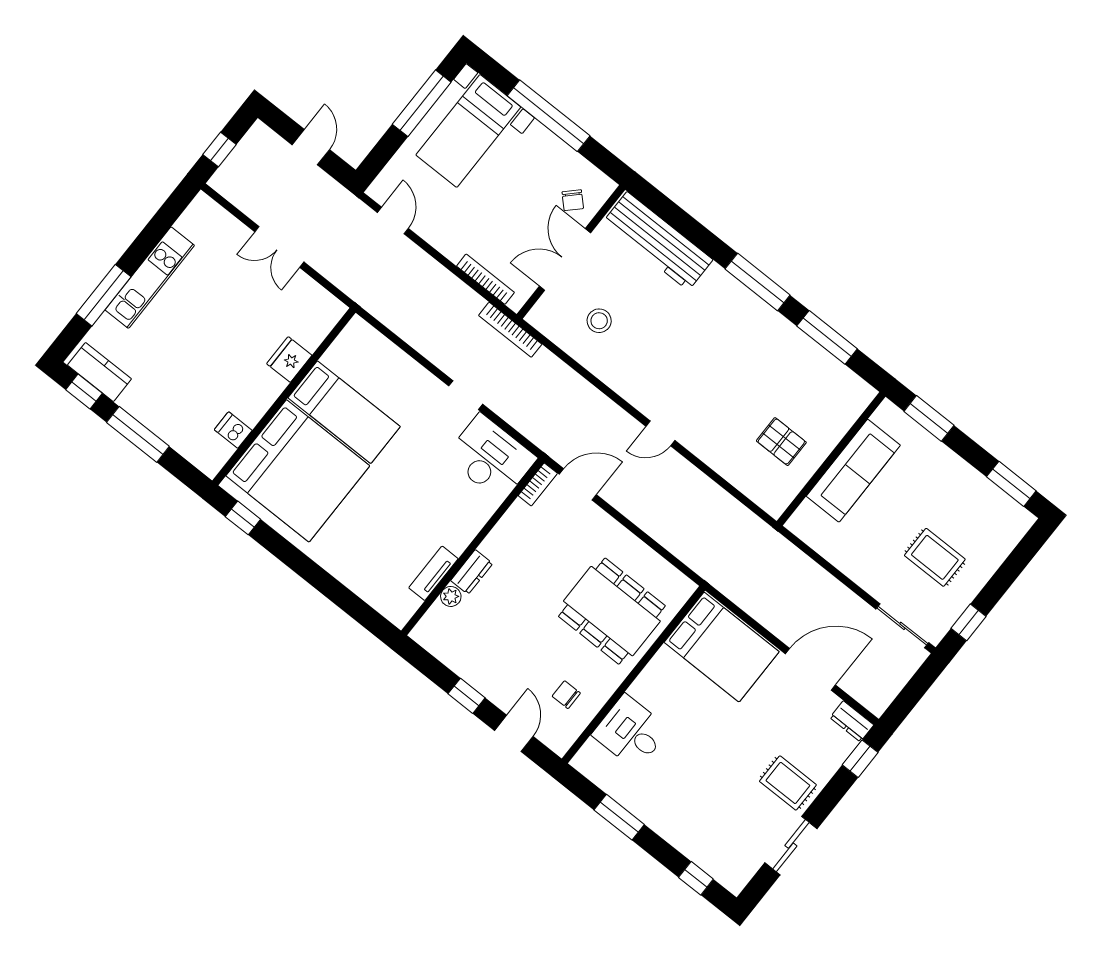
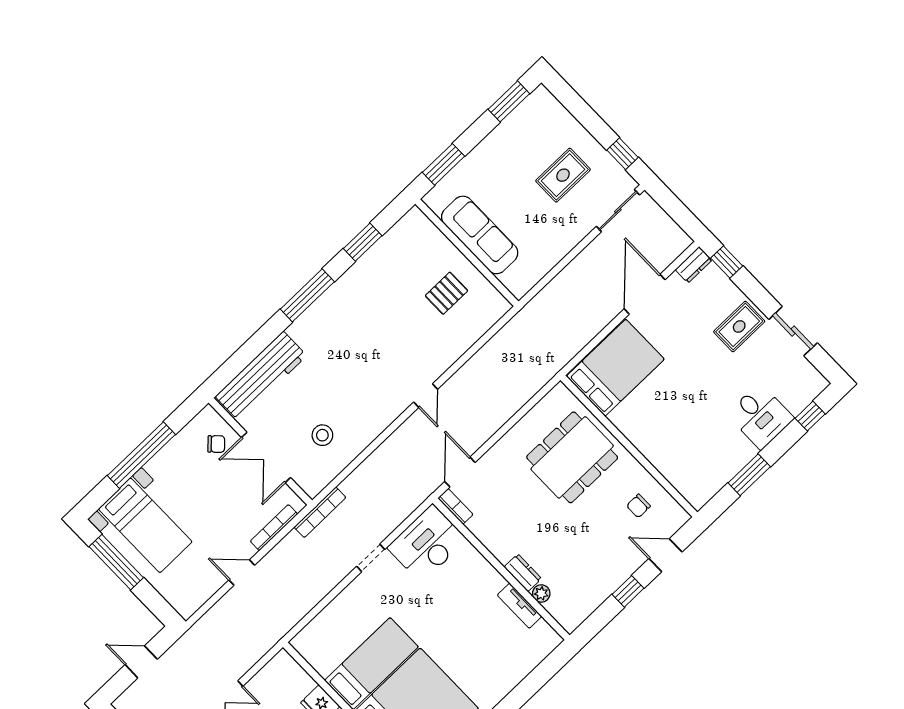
door: (393, 220) -> (242, 573), moved
window: (827, 337) -> (363, 242), width x0.69
desk: (631, 732) -> (760, 416), moved, turned -90

